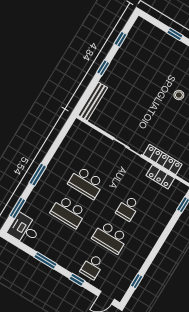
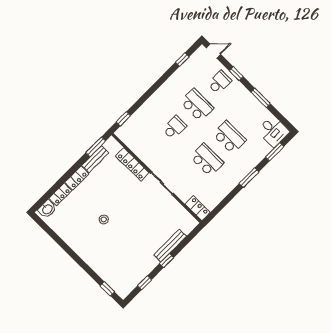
window: (175, 34) -> (107, 289), moved
bench: (93, 101) -> (170, 245), moved
locker: (160, 177) -> (198, 208), moved

